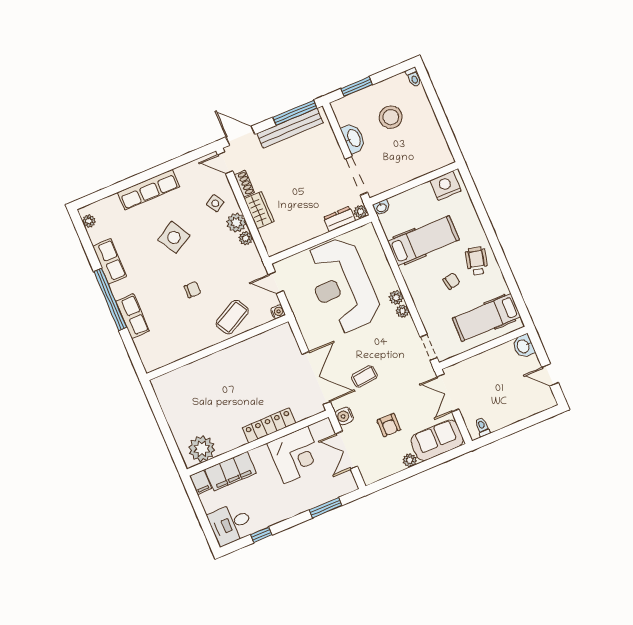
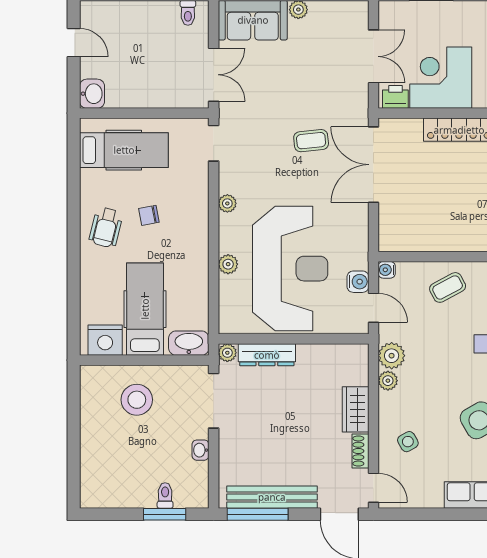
toilet: (414, 77) -> (165, 495), moved
stool: (391, 117) -> (137, 400), moved
washbasin: (353, 138) -> (200, 450), width x0.52, depth x0.69
washbasin: (381, 207) -> (189, 343), width x1.91, depth x1.45
dresser: (339, 219) -> (267, 355), width x1.44
plant: (236, 223) -> (392, 356), moved
hospital bed: (424, 241) -> (145, 309), moved, turned 90
plant: (396, 297) -> (228, 264), moved
coffee table: (232, 317) -> (448, 287), width x0.73, depth x0.77
water cooler: (344, 416) -> (358, 282), moved
armchair: (389, 425) -> (306, 66), removed
printer: (321, 429) -> (395, 97), added

